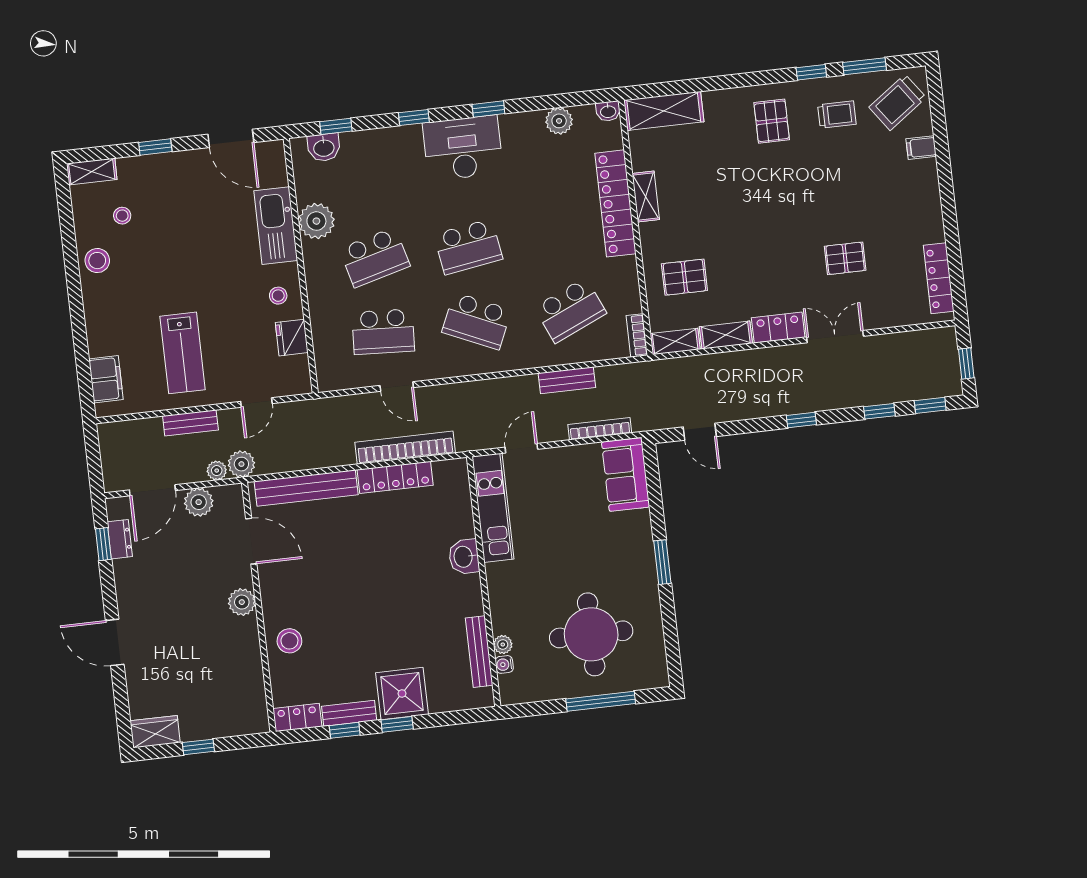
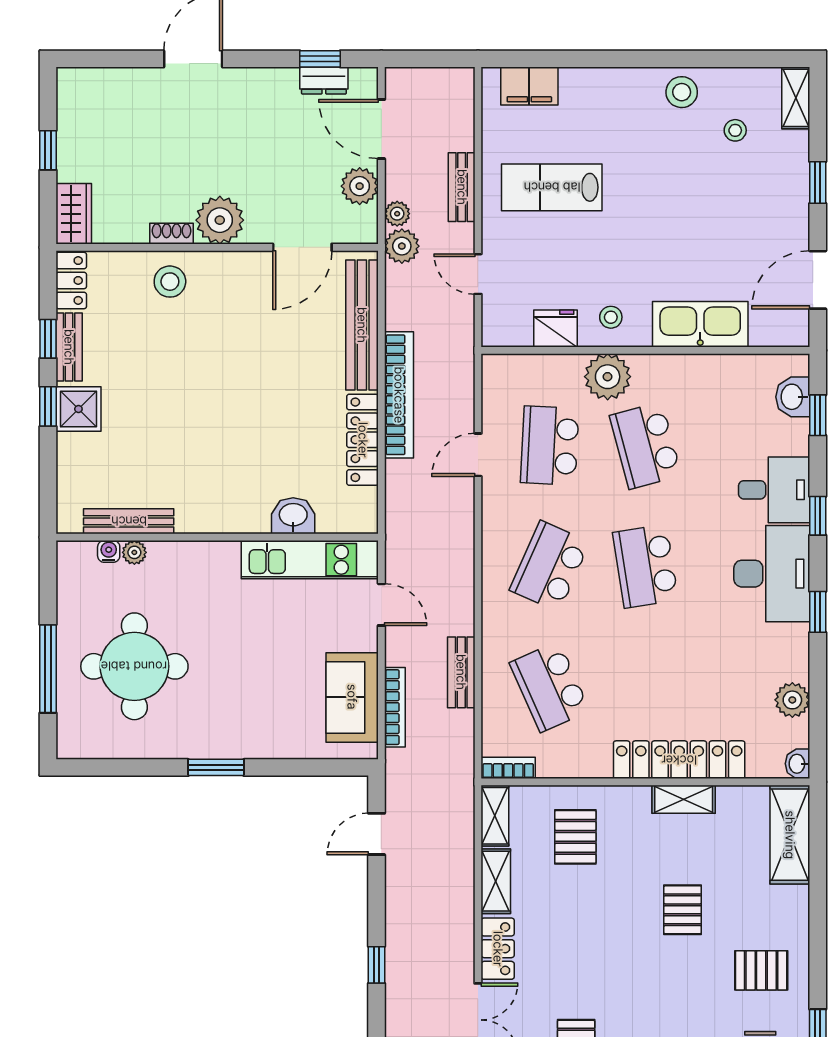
desk: (398, 154) -> (774, 490), added
pallet: (732, 188) -> (683, 910), added
plant: (316, 221) -> (608, 377), moved
bookcase: (405, 448) -> (399, 395), moved
sofa: (626, 475) -> (352, 697), moved, turned -90
washbasin: (464, 557) -> (293, 516), moved
plant: (242, 602) -> (220, 220), width x1.36, depth x1.36
shoe rack: (252, 644) -> (172, 234), added
shower: (402, 694) -> (78, 409), width x0.73, depth x0.73
wardrobe: (155, 732) -> (74, 214), moved

